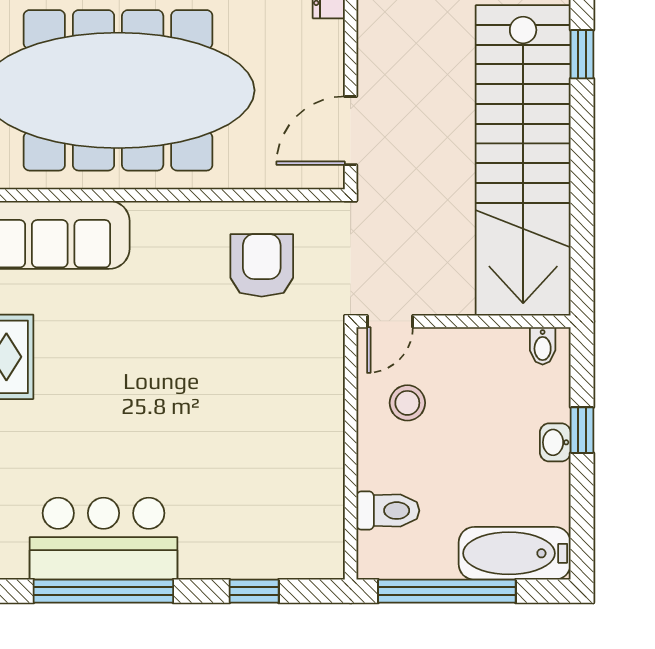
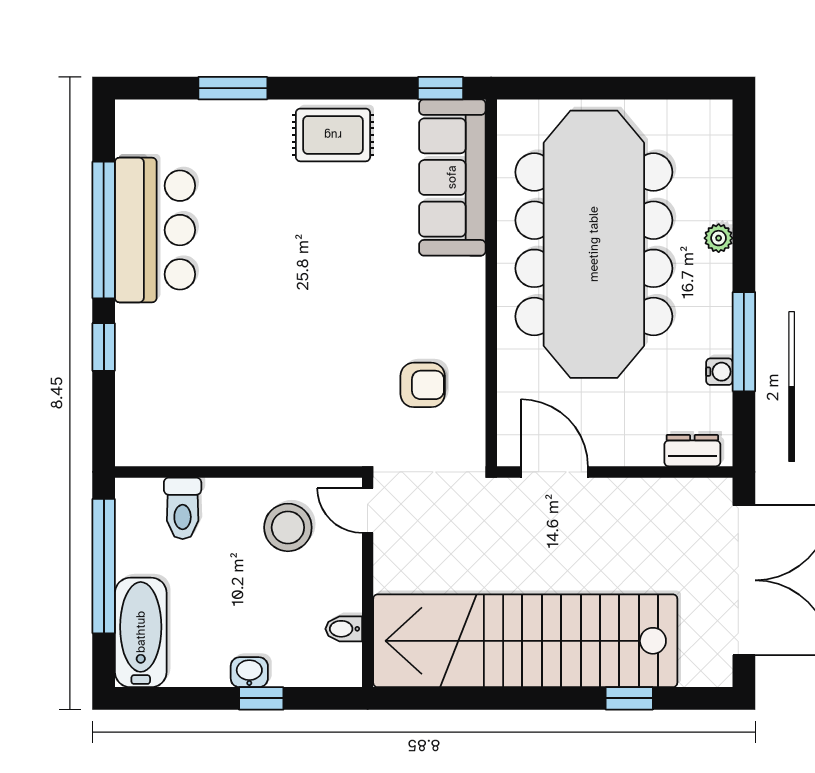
armchair: (262, 265) -> (423, 385), width x0.72, depth x0.72
bidet: (543, 346) -> (344, 629), moved
stool: (407, 403) -> (288, 527), width x1.38, depth x1.38
window: (254, 591) -> (104, 347), moved

